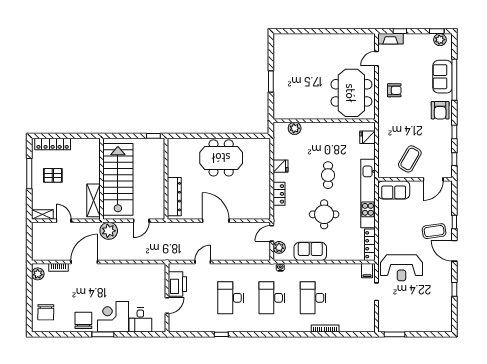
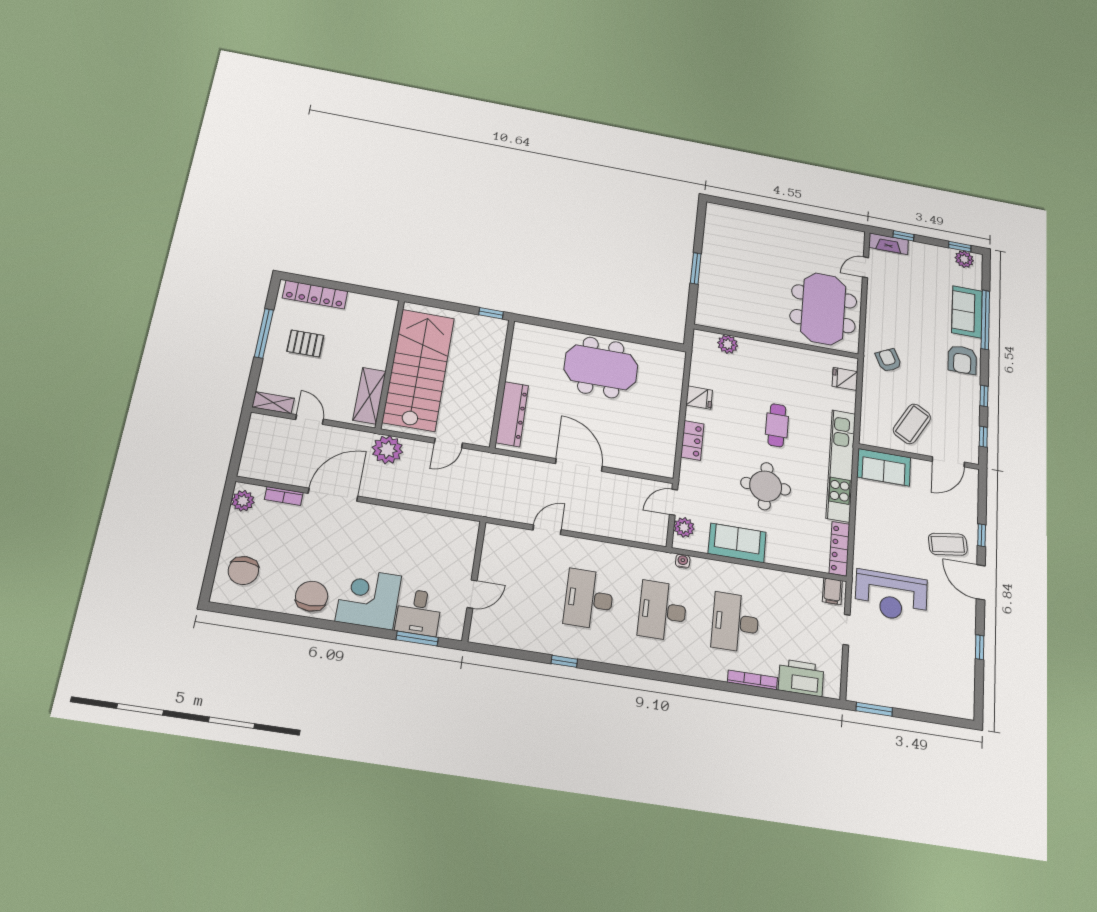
armchair: (394, 90) -> (888, 360), moved, turned -116
printer: (177, 284) -> (801, 678), moved, turned -90
window: (103, 334) -> (417, 639), moved

